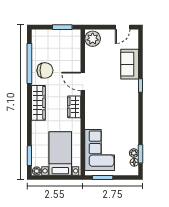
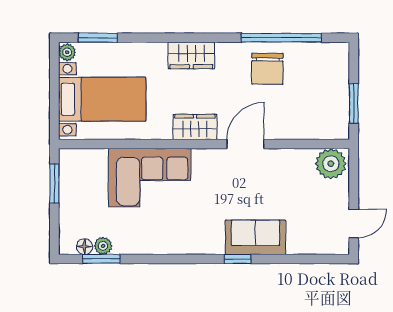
door: (123, 27) -> (354, 223), swing flipped
sofa: (130, 64) -> (255, 237), moved
wardrobe: (38, 103) -> (191, 55), width x0.67
corner sofa: (100, 150) -> (150, 178), moved

